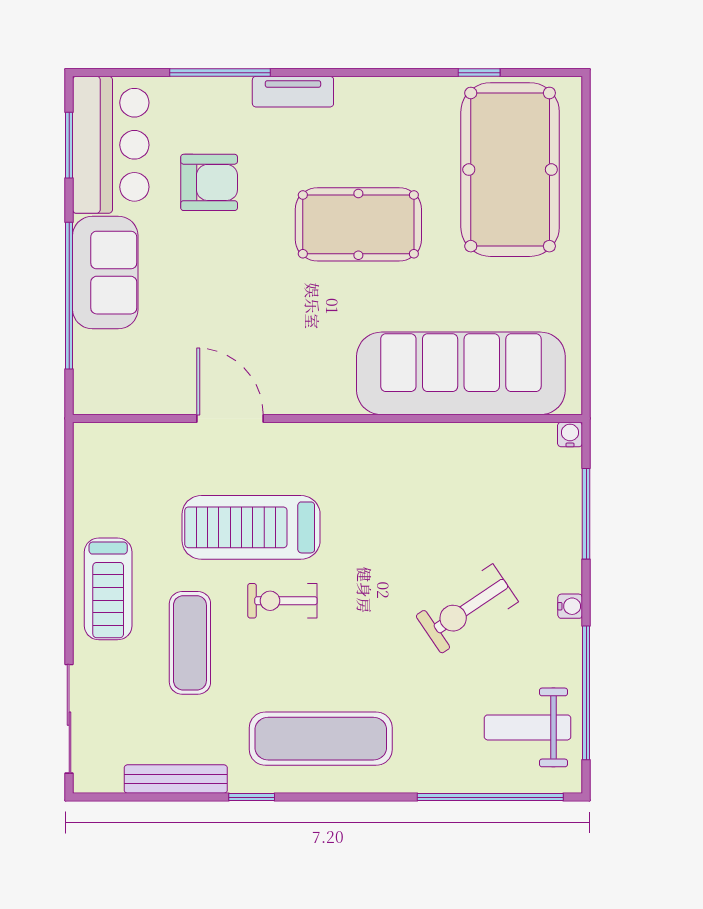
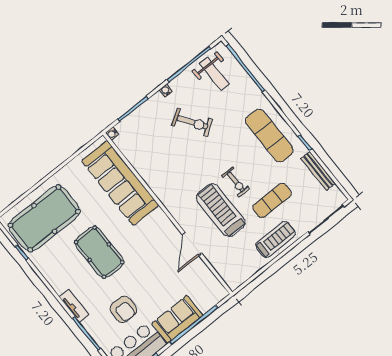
armchair: (209, 182) -> (123, 309), turned 180
treadmill: (251, 527) -> (221, 210), turned 180

